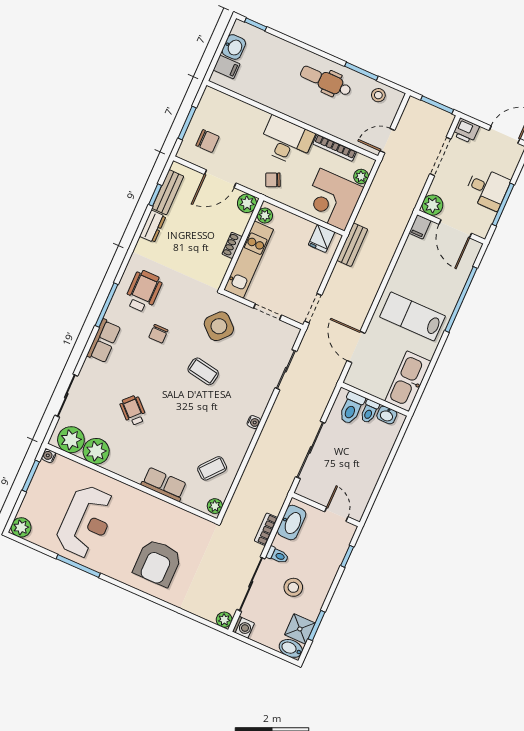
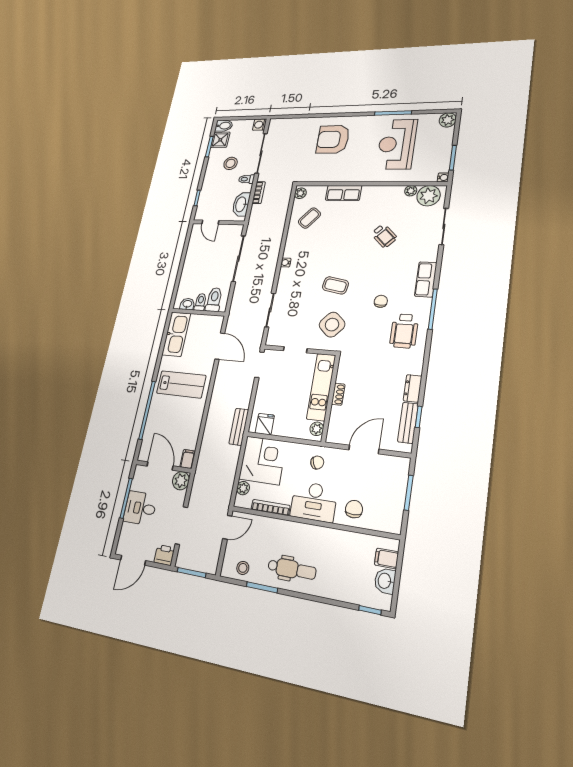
chair: (207, 141) -> (354, 509), moved, turned 90
plant: (247, 203) -> (335, 435), removed
plant: (96, 451) -> (411, 191), width x0.53, depth x0.53
armchair: (158, 563) -> (333, 139), turned -90
plant: (224, 620) -> (274, 124), removed

